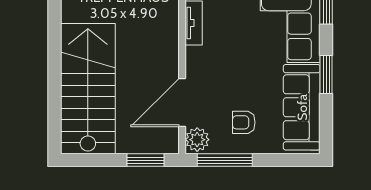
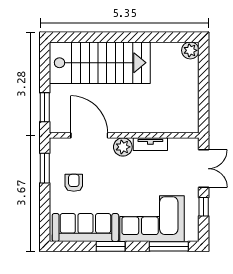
plant: (197, 140) -> (123, 147), moved
window: (225, 160) -> (45, 168), width x0.69

